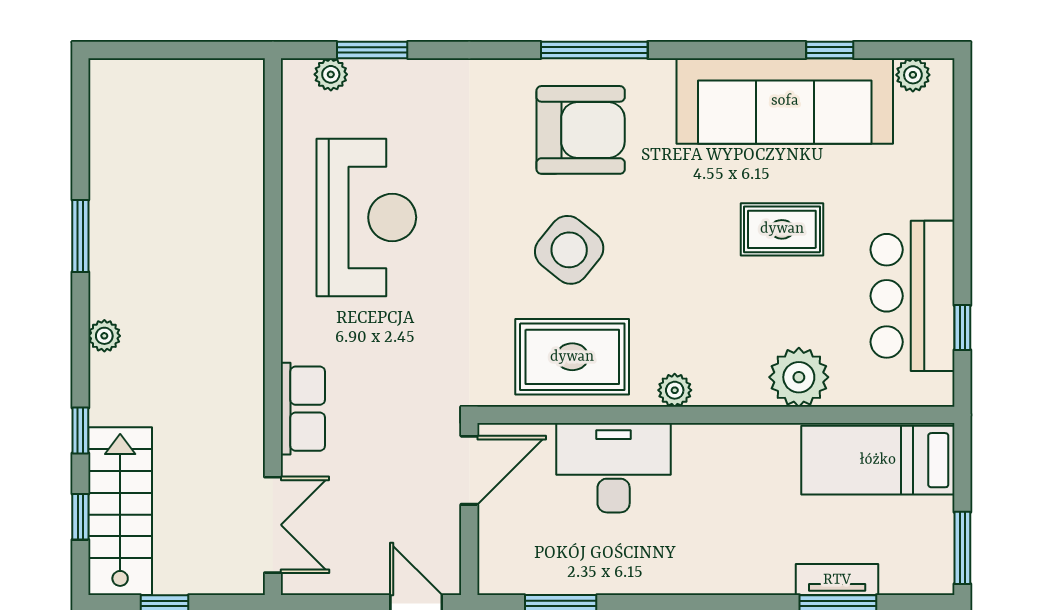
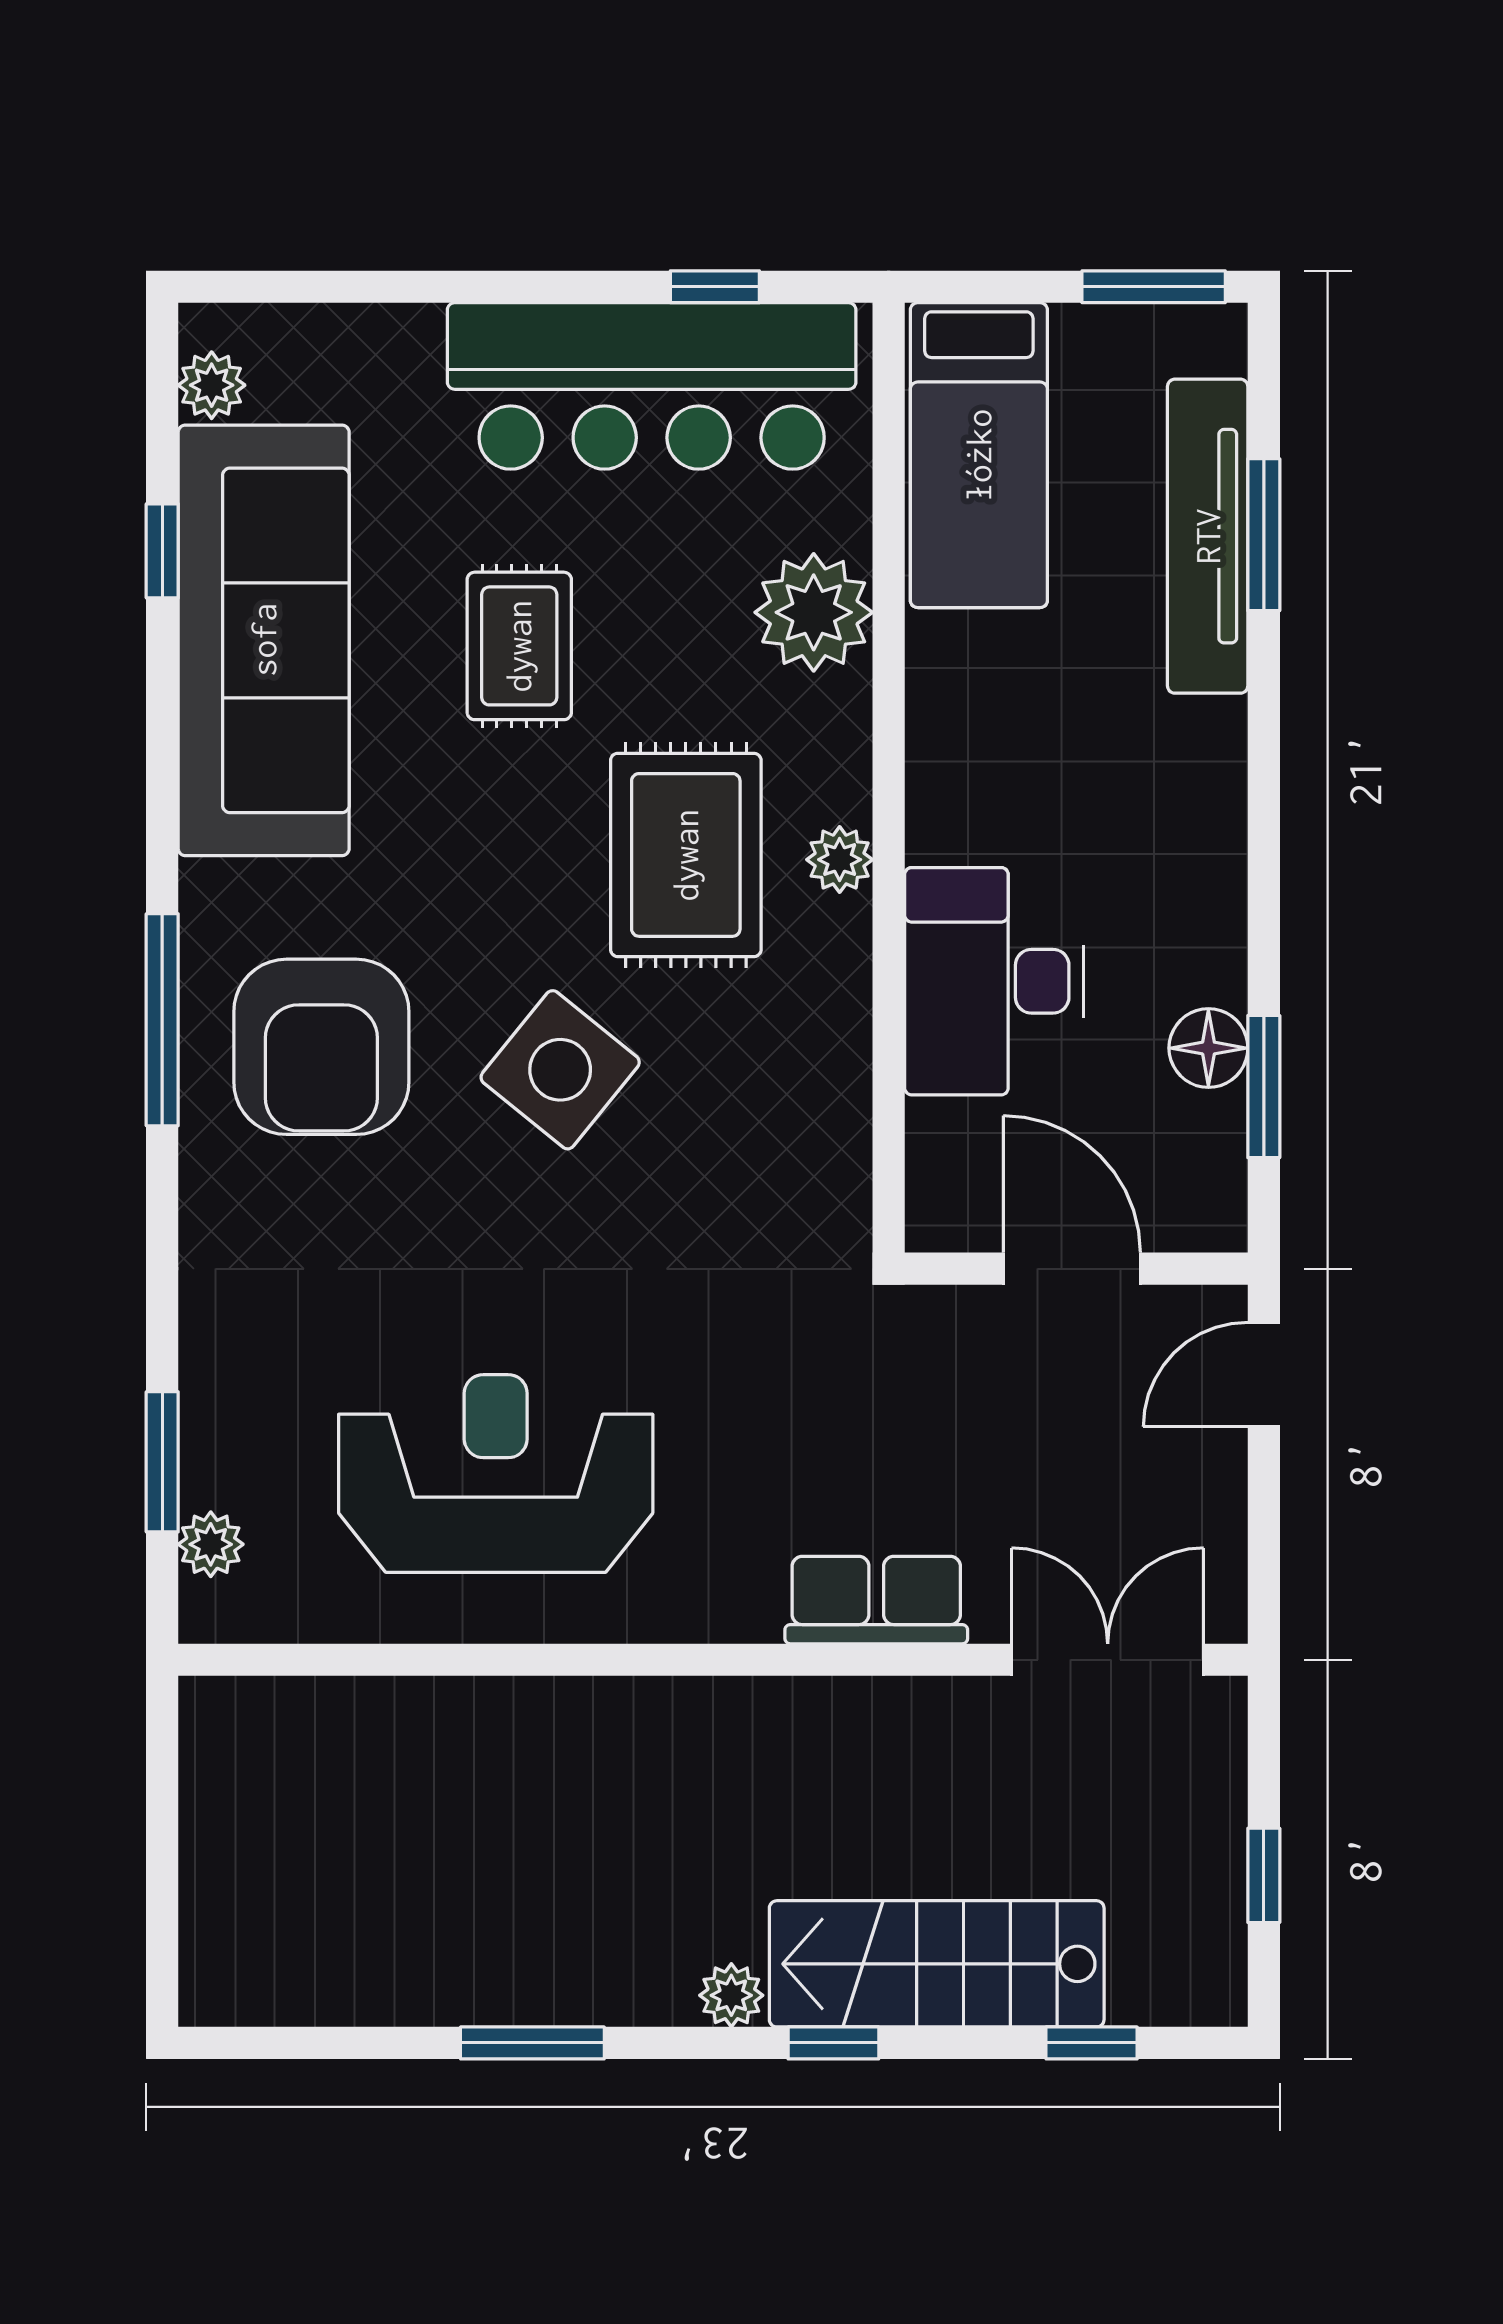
armchair: (581, 130) -> (321, 1047), turned 180
bar counter: (913, 296) -> (652, 386), width x1.36
rug: (572, 357) -> (686, 855), moved
window: (80, 431) -> (833, 2043), moved
door: (469, 470) -> (1072, 1269), moved
stairs: (120, 511) -> (937, 1964), moved
floor lamp: (580, 575) -> (1208, 1048), added
tv unit: (837, 580) -> (1208, 536), width x1.92, depth x1.29

